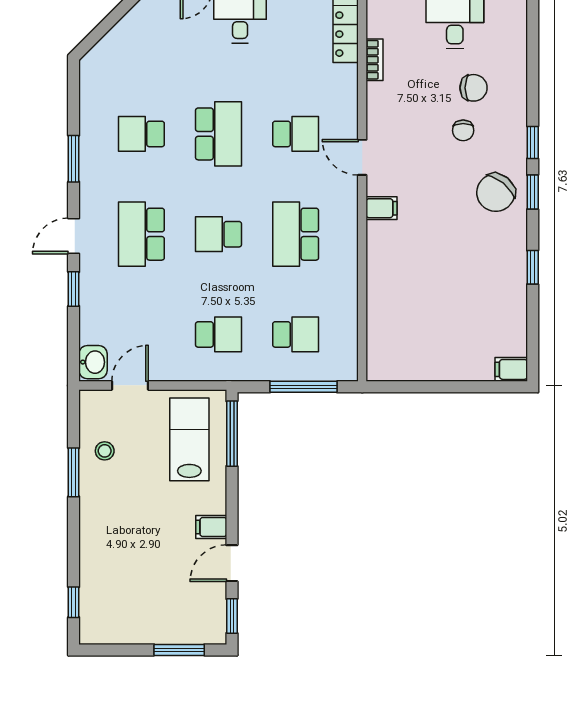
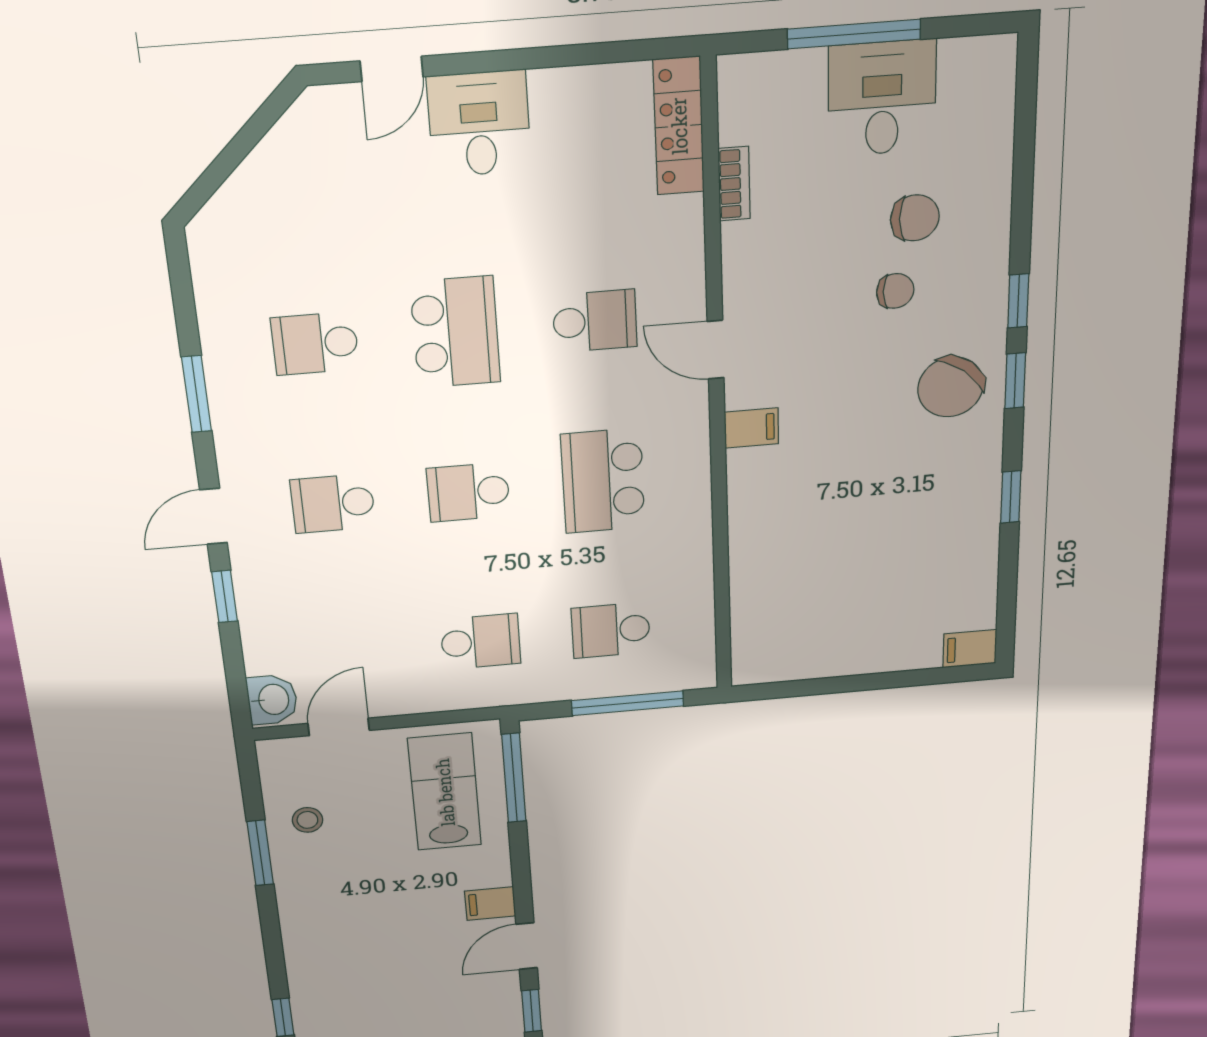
chair: (463, 130) -> (895, 291), turned -90
school desk: (141, 234) -> (333, 504), width x0.54
school desk: (296, 334) -> (611, 630), turned 180

